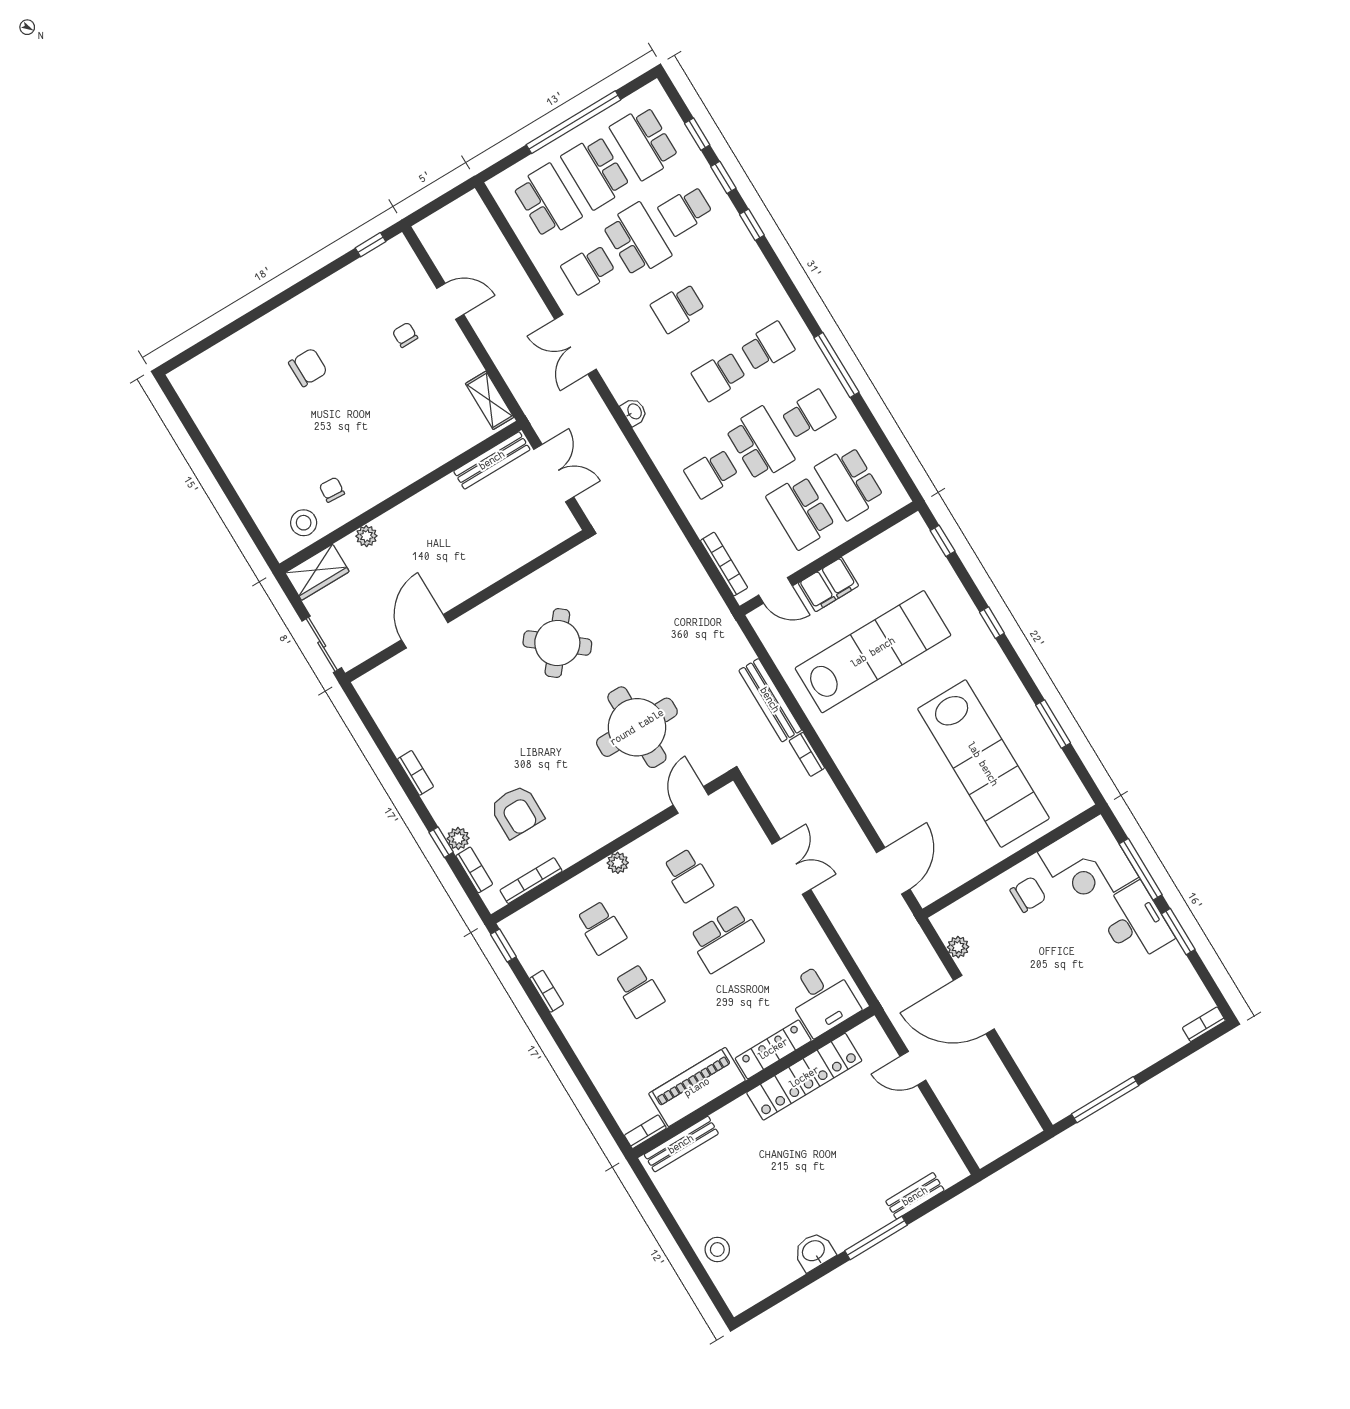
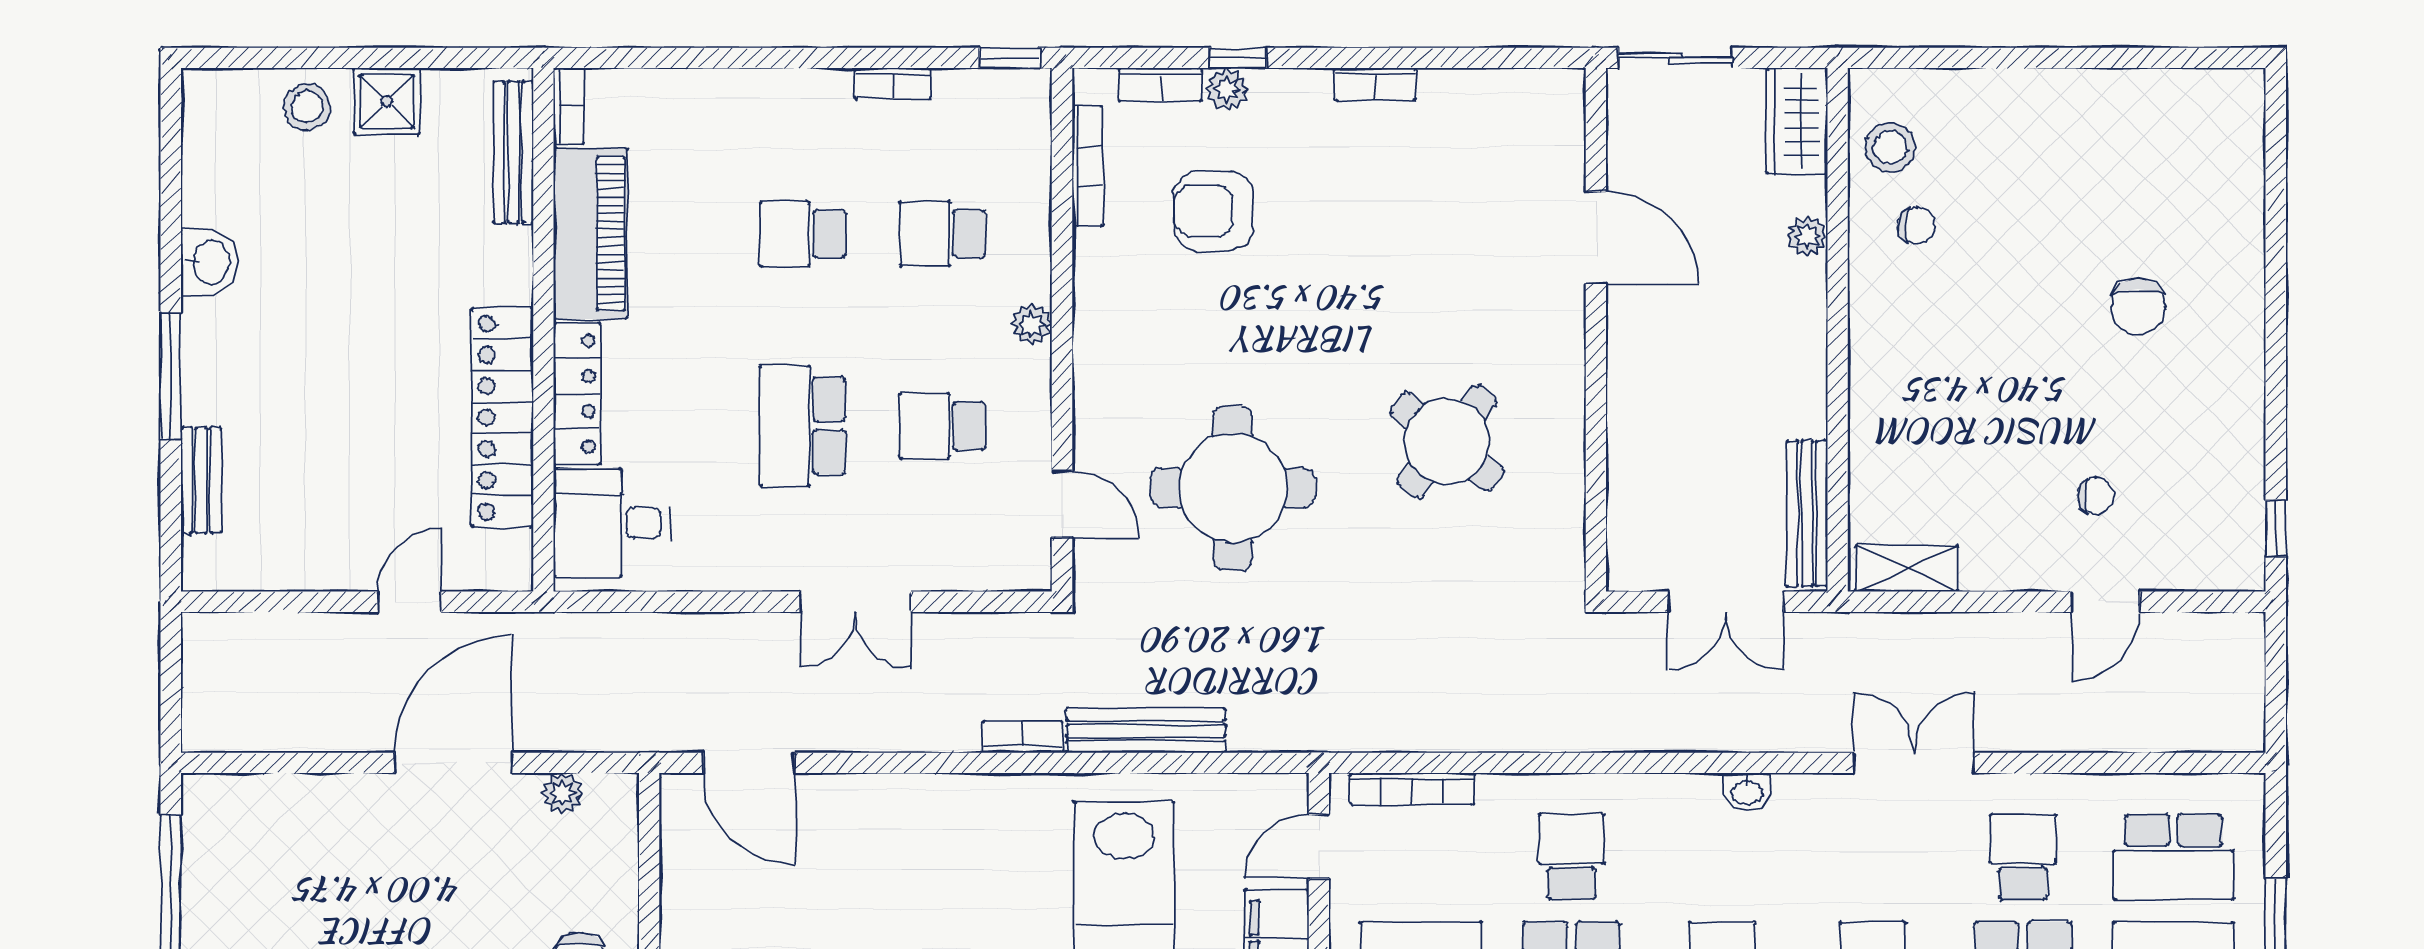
shower: (693, 1215) -> (387, 101), added

